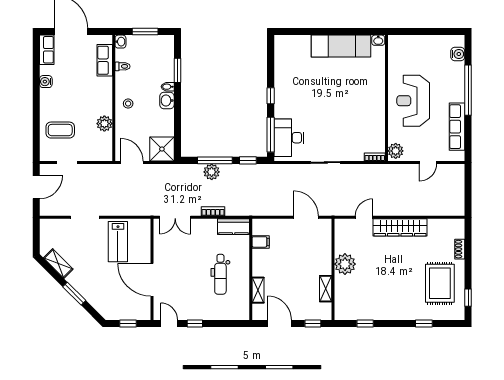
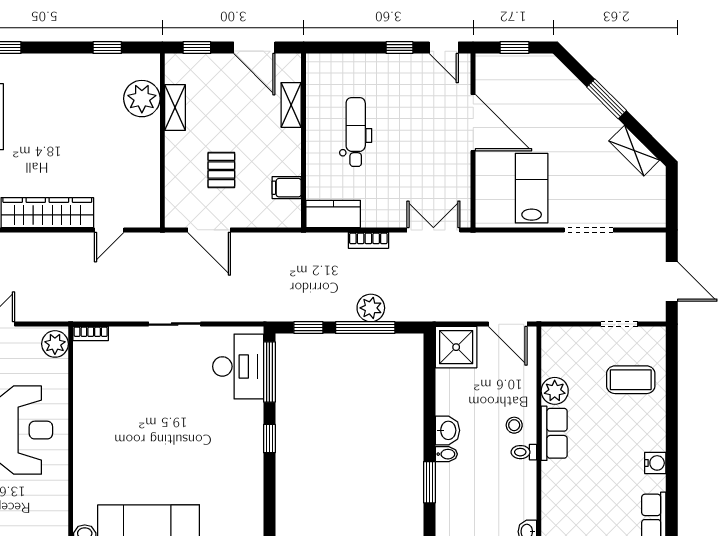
row of seats: (105, 60) -> (554, 433), moved
toilet: (122, 66) -> (524, 452), moved
door: (36, 187) -> (672, 282), swing flipped
pallet: (299, 252) -> (221, 170), added
plant: (345, 264) -> (142, 99), moved

